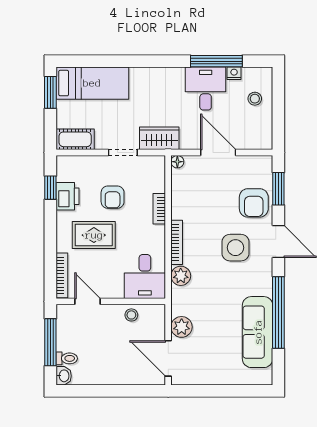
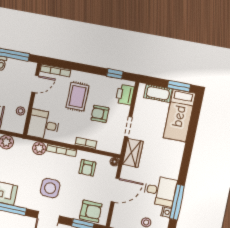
cot: (75, 139) -> (158, 93), moved, turned 90
printer: (67, 196) -> (125, 95), moved, turned 90
armchair: (194, 199) -> (87, 168), added
armchair: (254, 203) -> (91, 211), moved, turned 180

